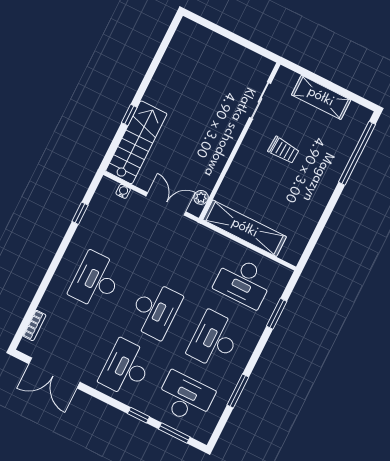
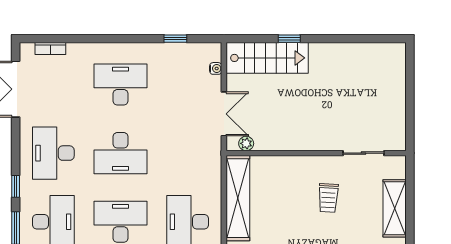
desk: (126, 368) -> (53, 153), turned -90

